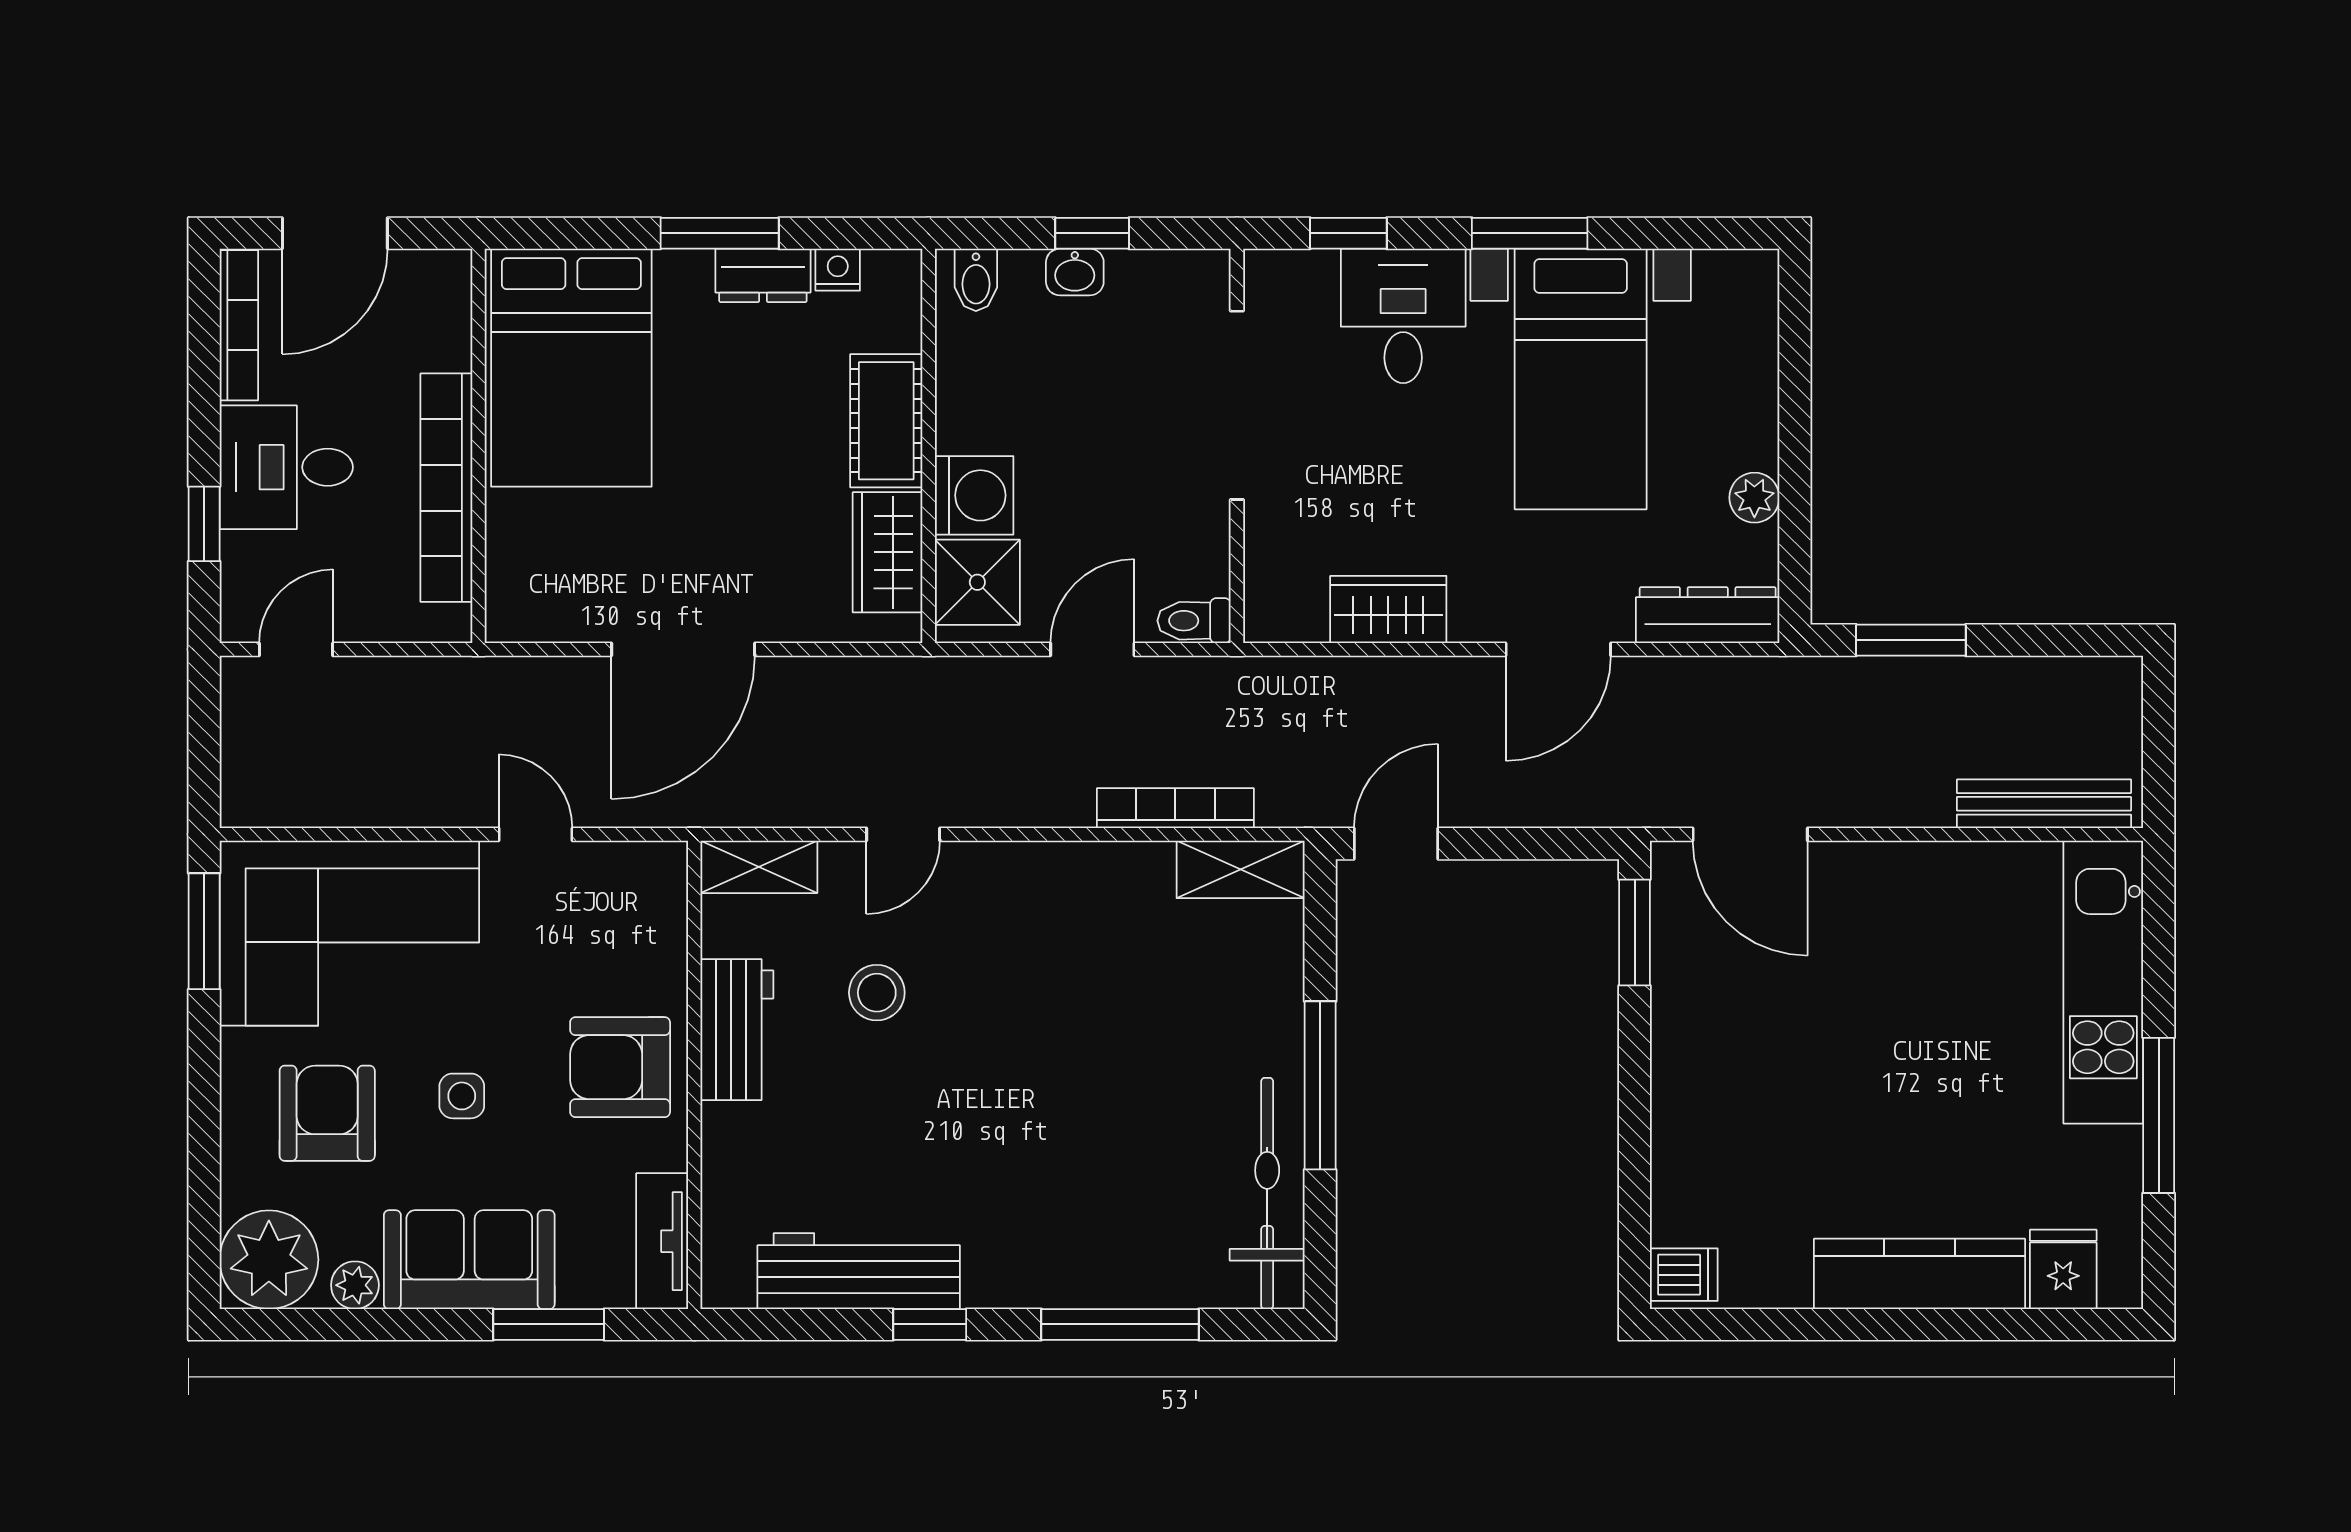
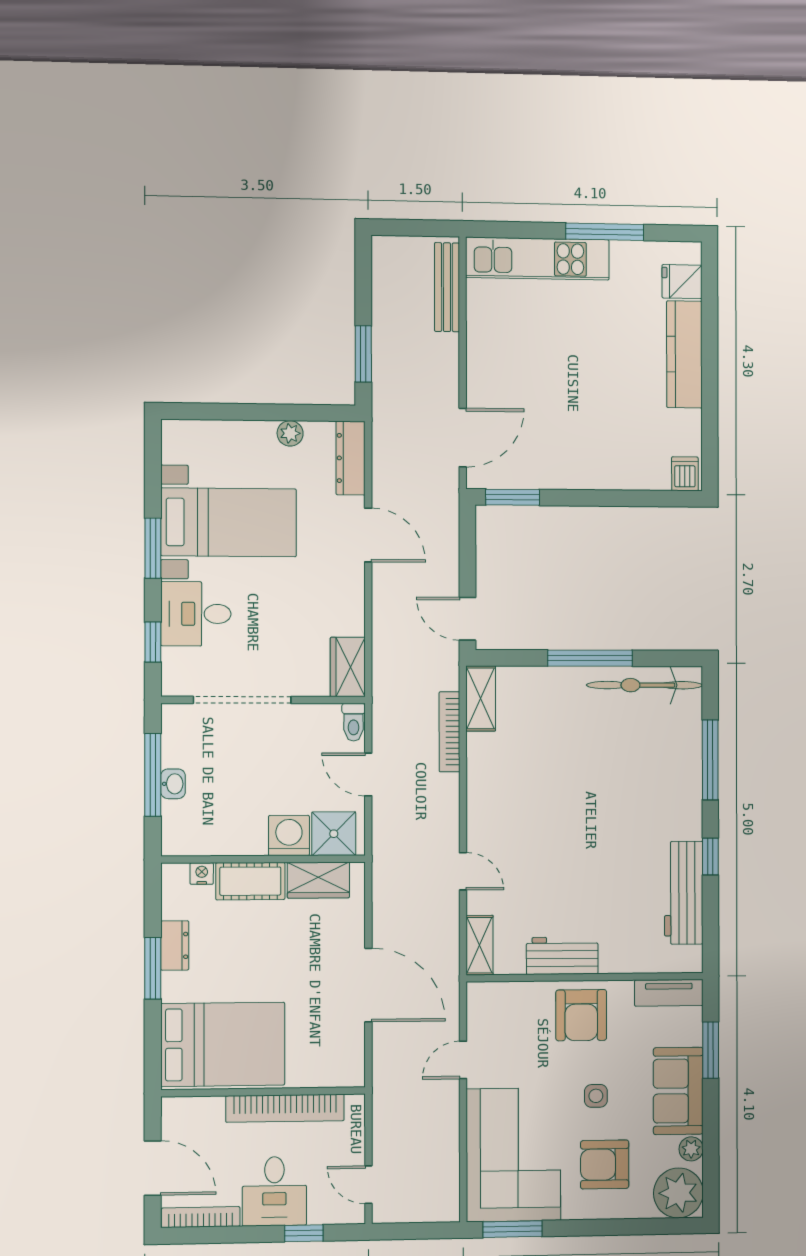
window: (1092, 233) -> (153, 775), width x2.17
nightstand: (838, 270) -> (202, 874), moved, turned 90
bidet: (976, 280) -> (177, 835), removed
wardrobe: (1388, 609) -> (348, 667), moved
stool: (877, 993) -> (543, 884), removed

